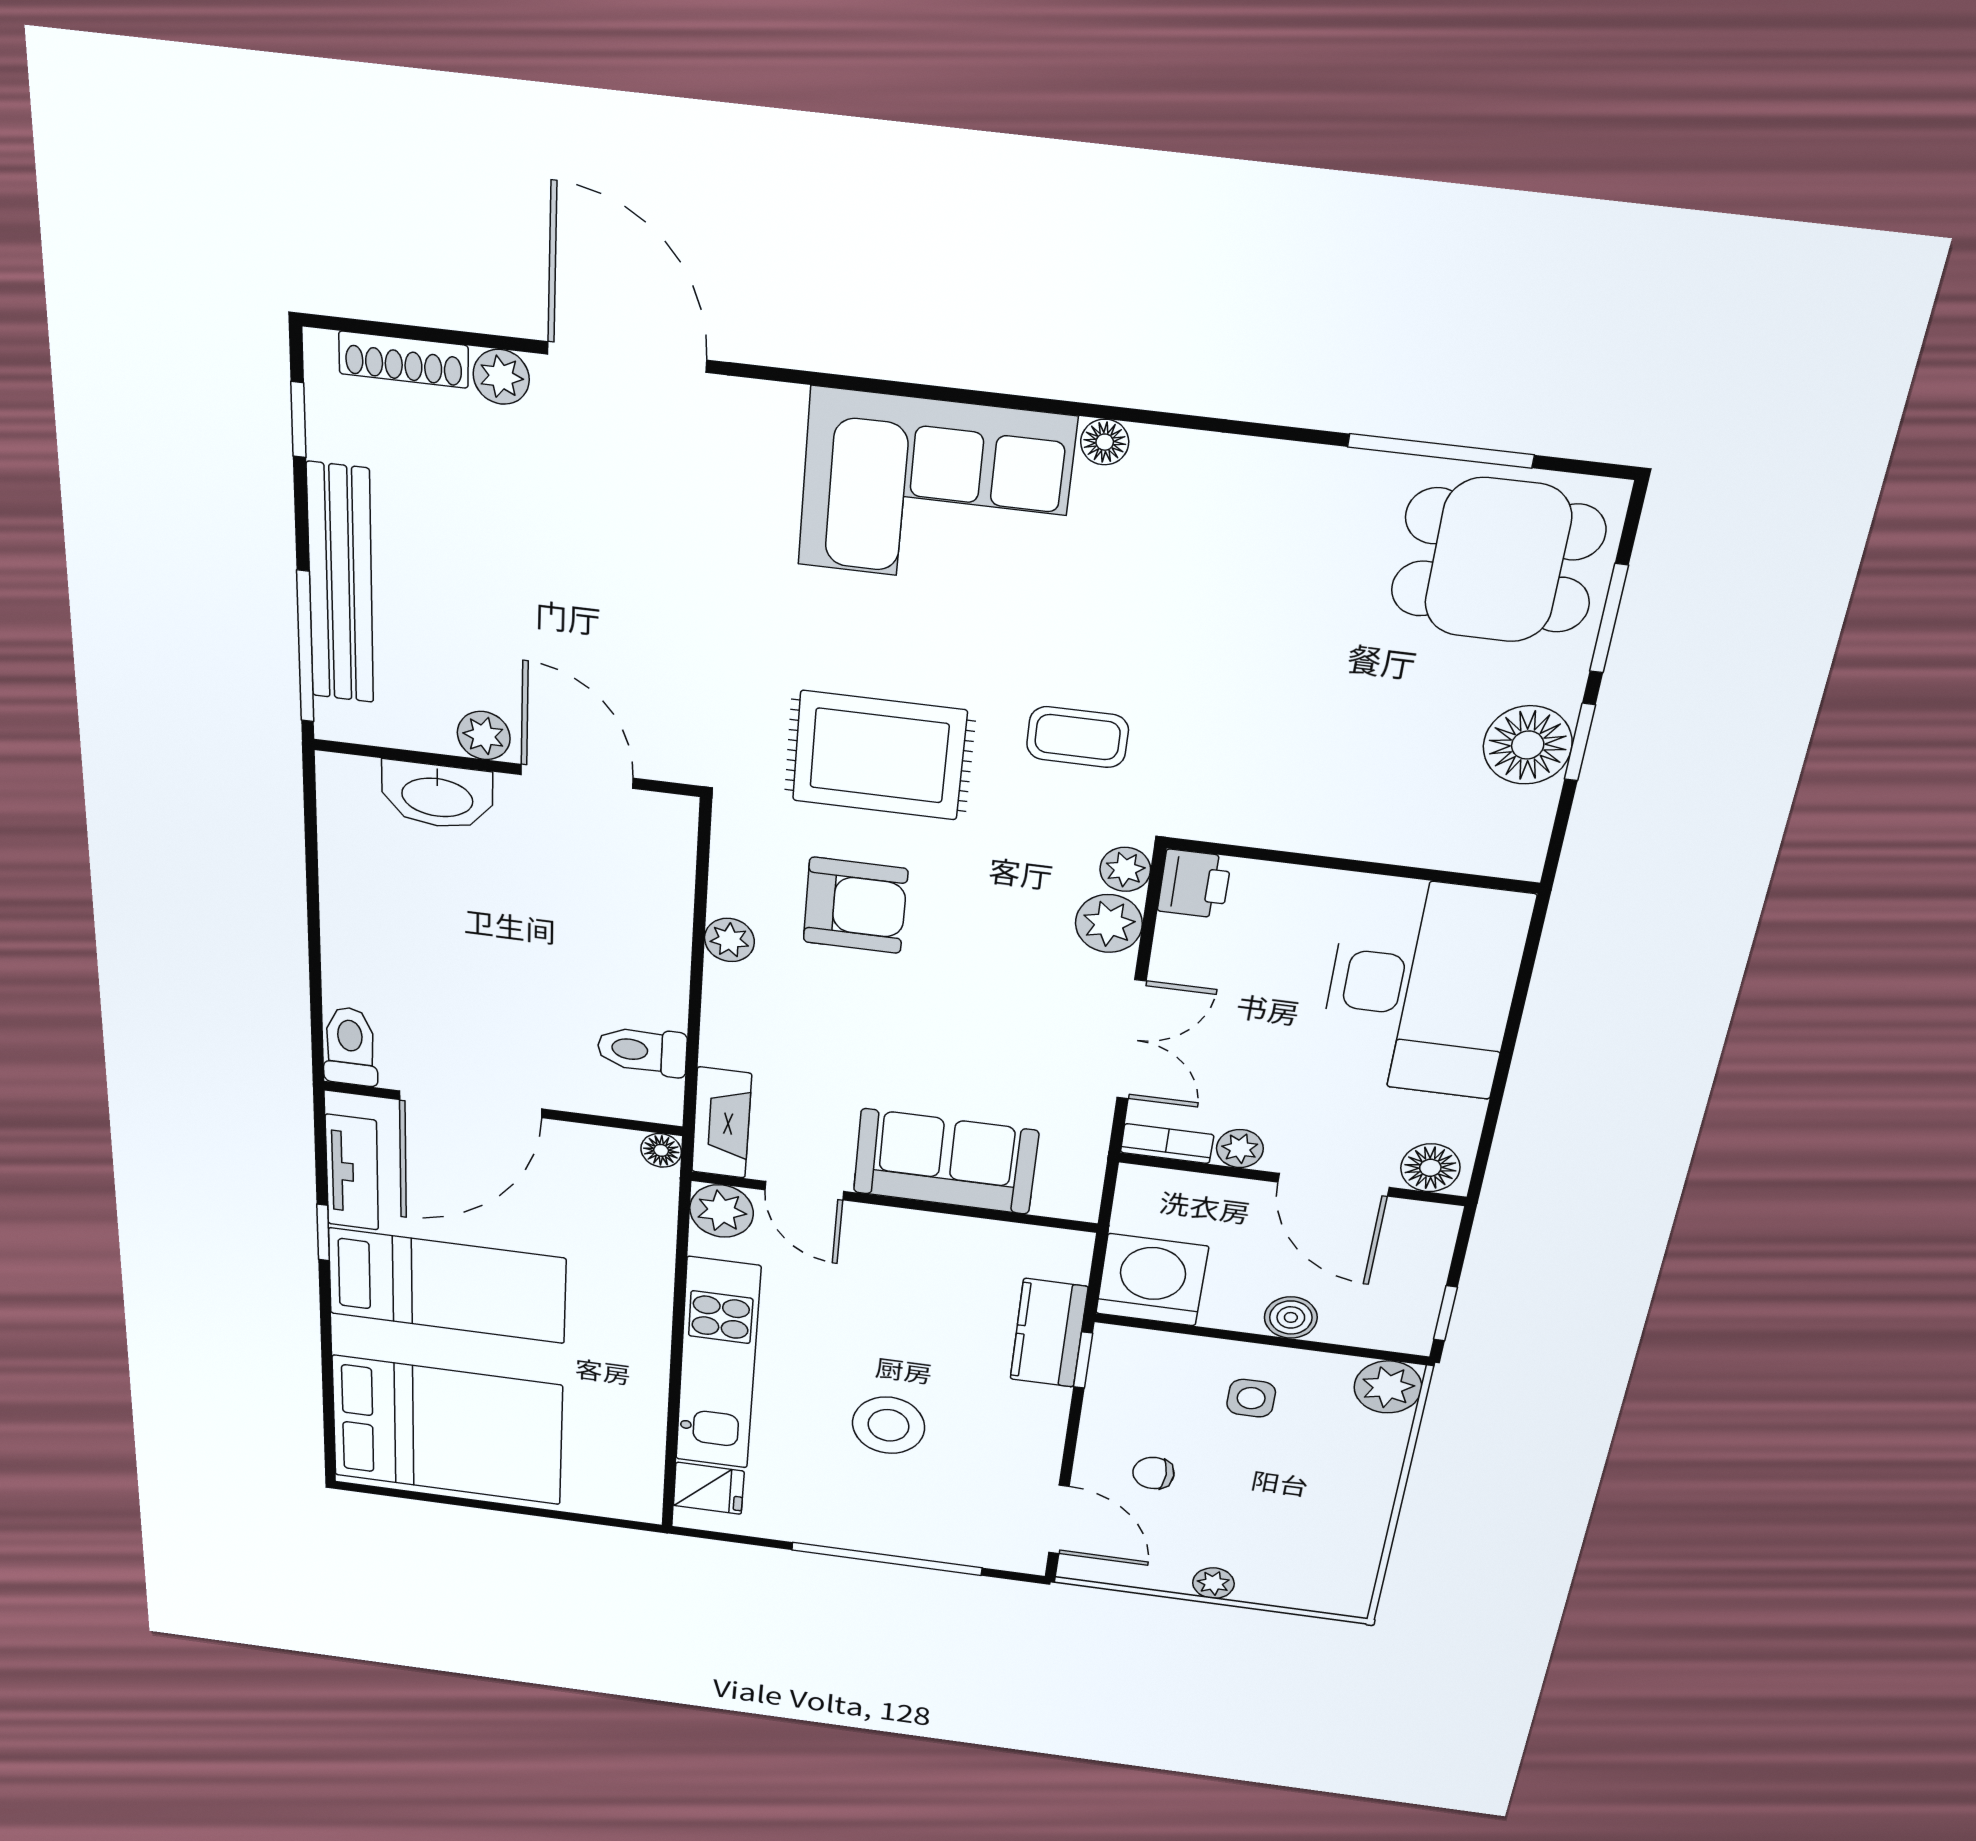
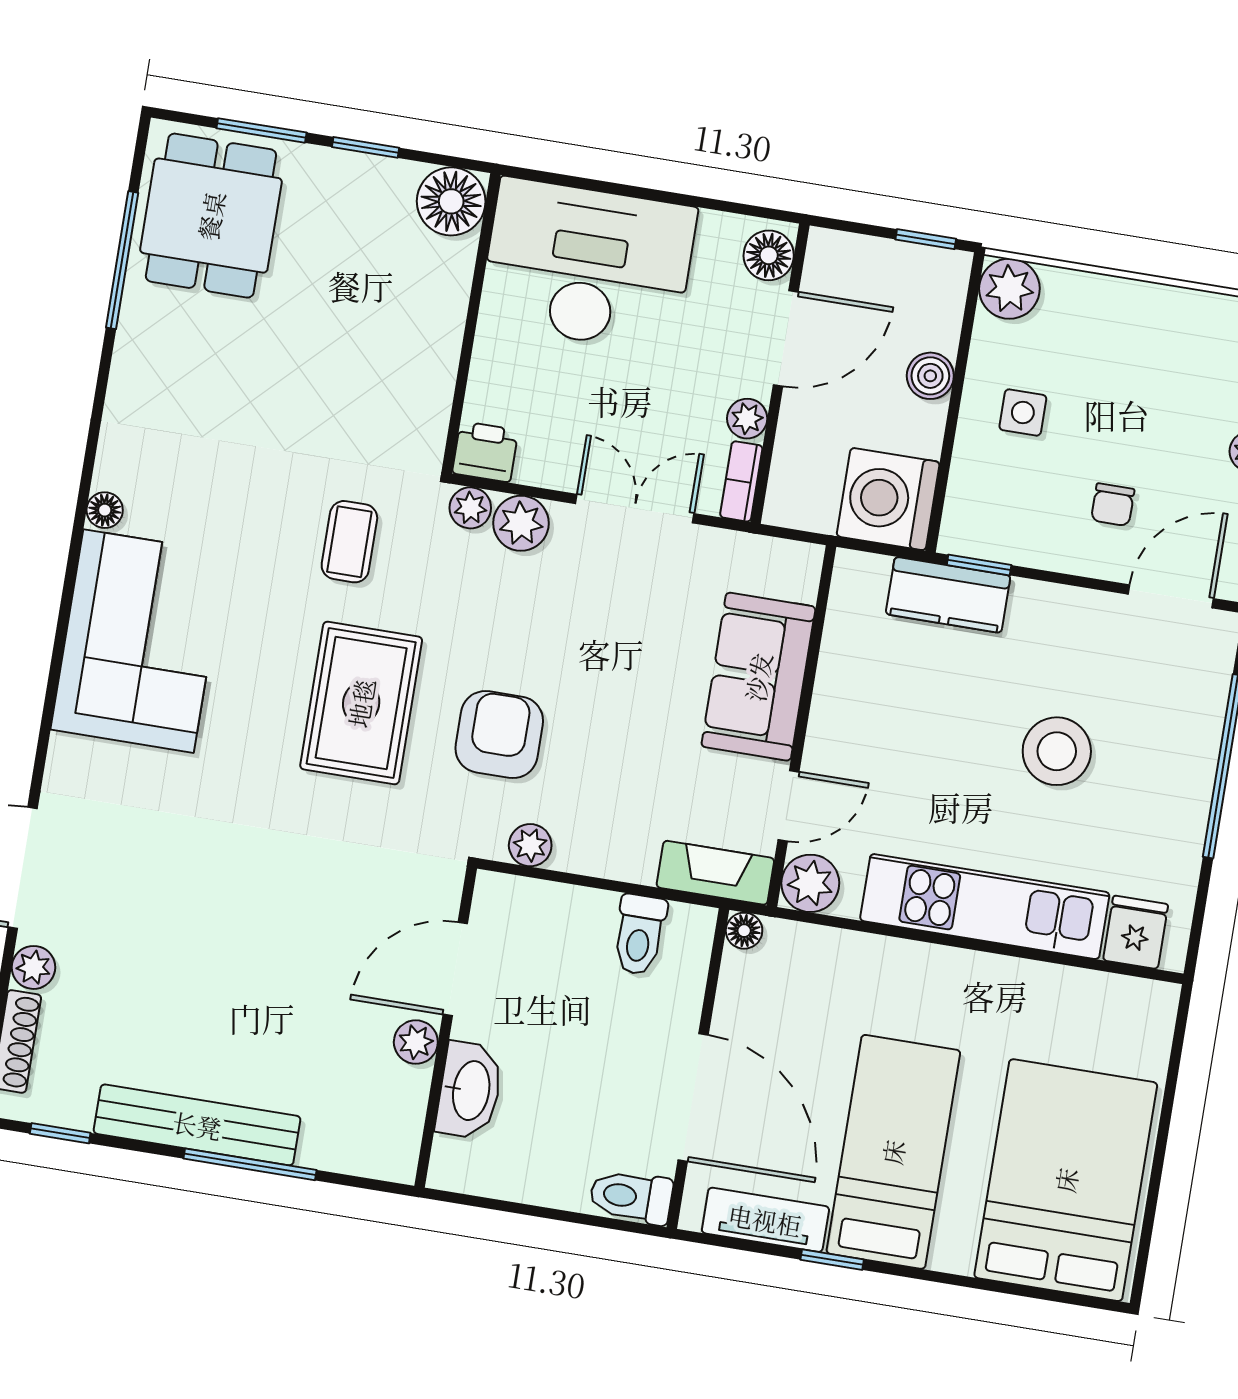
plant: (484, 736) -> (416, 1042), moved
floor lamp: (1528, 745) -> (451, 201), moved
wall: (507, 768) -> (446, 1027), moved
door: (577, 776) -> (455, 969), moved
washbasin: (437, 796) -> (470, 1090), moved

